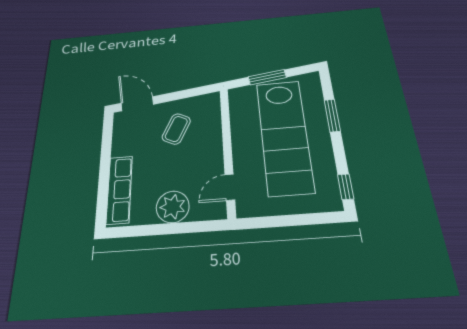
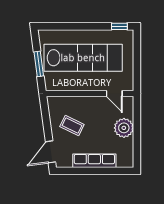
window: (332, 115) -> (72, 26), removed
row of seats: (119, 189) -> (94, 161), moved

